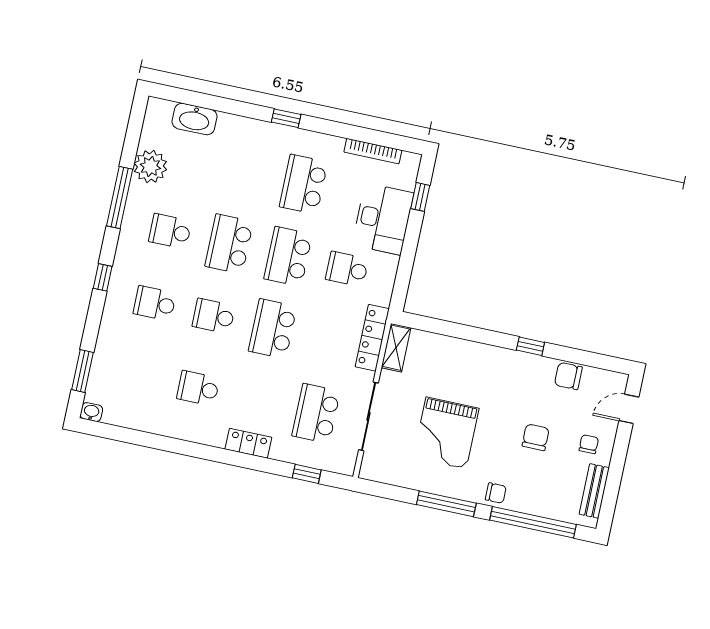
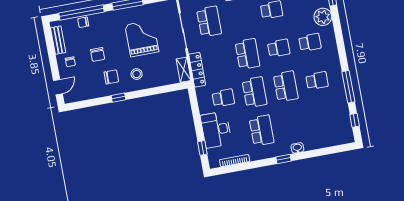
washbasin: (195, 119) -> (297, 148), moved, width x0.52, depth x0.69
plant: (150, 166) -> (323, 17), moved
window: (103, 277) -> (355, 120), moved
stool: (481, 374) -> (137, 74), added
chair: (568, 376) -> (111, 77), moved
chair: (496, 493) -> (83, 22), moved

